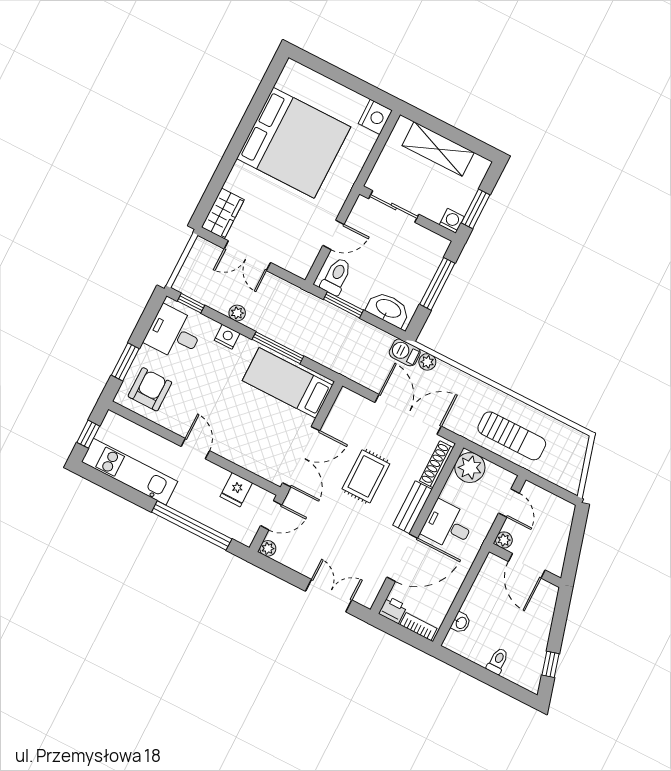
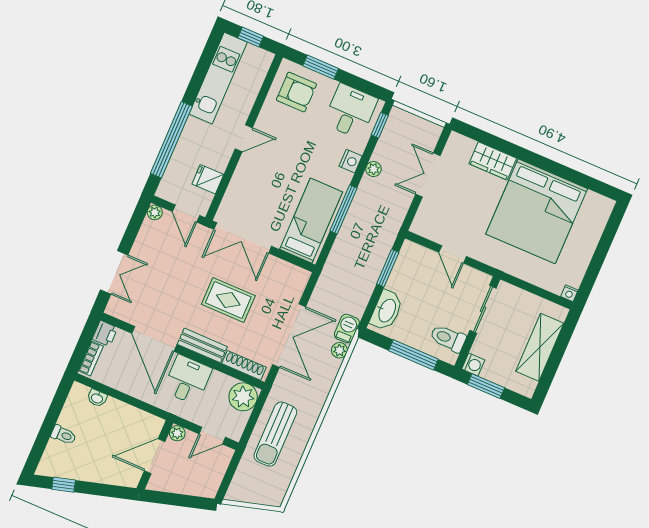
nightstand: (375, 117) -> (569, 293), width x0.53, depth x0.56
wardrobe: (223, 213) -> (493, 161), moved
toilet: (336, 276) -> (448, 338), moved, turned 180

